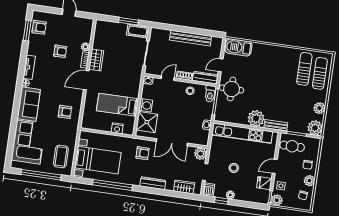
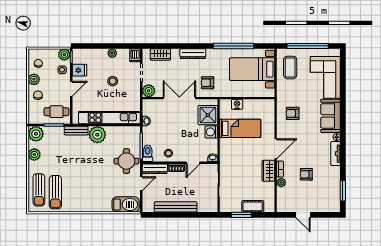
armchair: (39, 27) -> (331, 196), removed
cot: (138, 31) -> (253, 206), moved
window: (221, 201) -> (121, 46), removed

